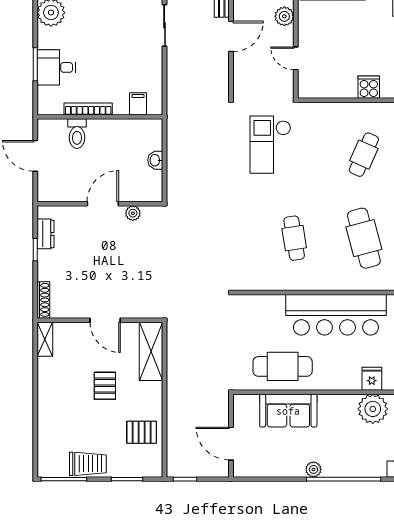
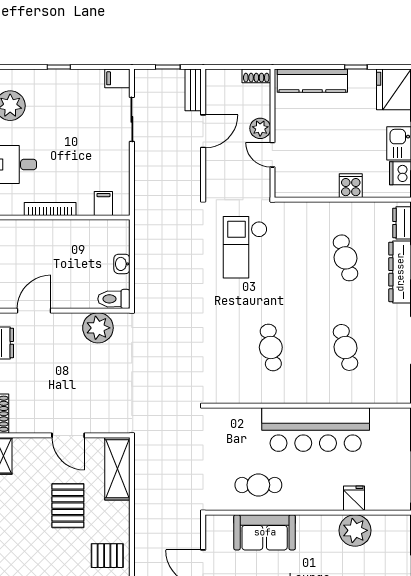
plant: (284, 16) -> (260, 128), moved
toilet: (77, 134) -> (114, 299), moved, turned 90
cafe table: (364, 155) -> (346, 258), turned -39
door: (103, 204) -> (34, 311), moved
plant: (133, 213) -> (98, 328), width x1.88, depth x1.88
cafe table: (364, 238) -> (346, 347), width x0.73, depth x0.74
cafe table: (283, 366) -> (258, 485), width x0.73, depth x0.74
pallet: (105, 386) -> (68, 506), width x1.50, depth x1.42

